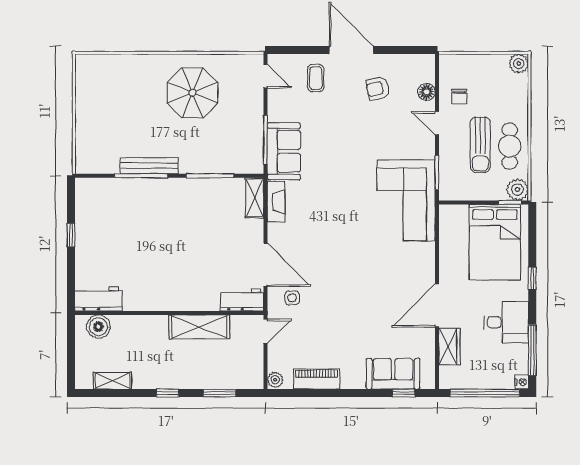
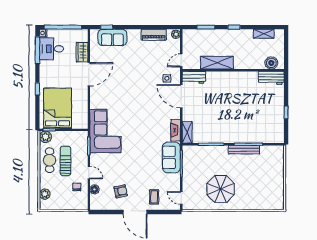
plant: (519, 64) -> (45, 194), moved
desk: (506, 322) -> (51, 49), moved

